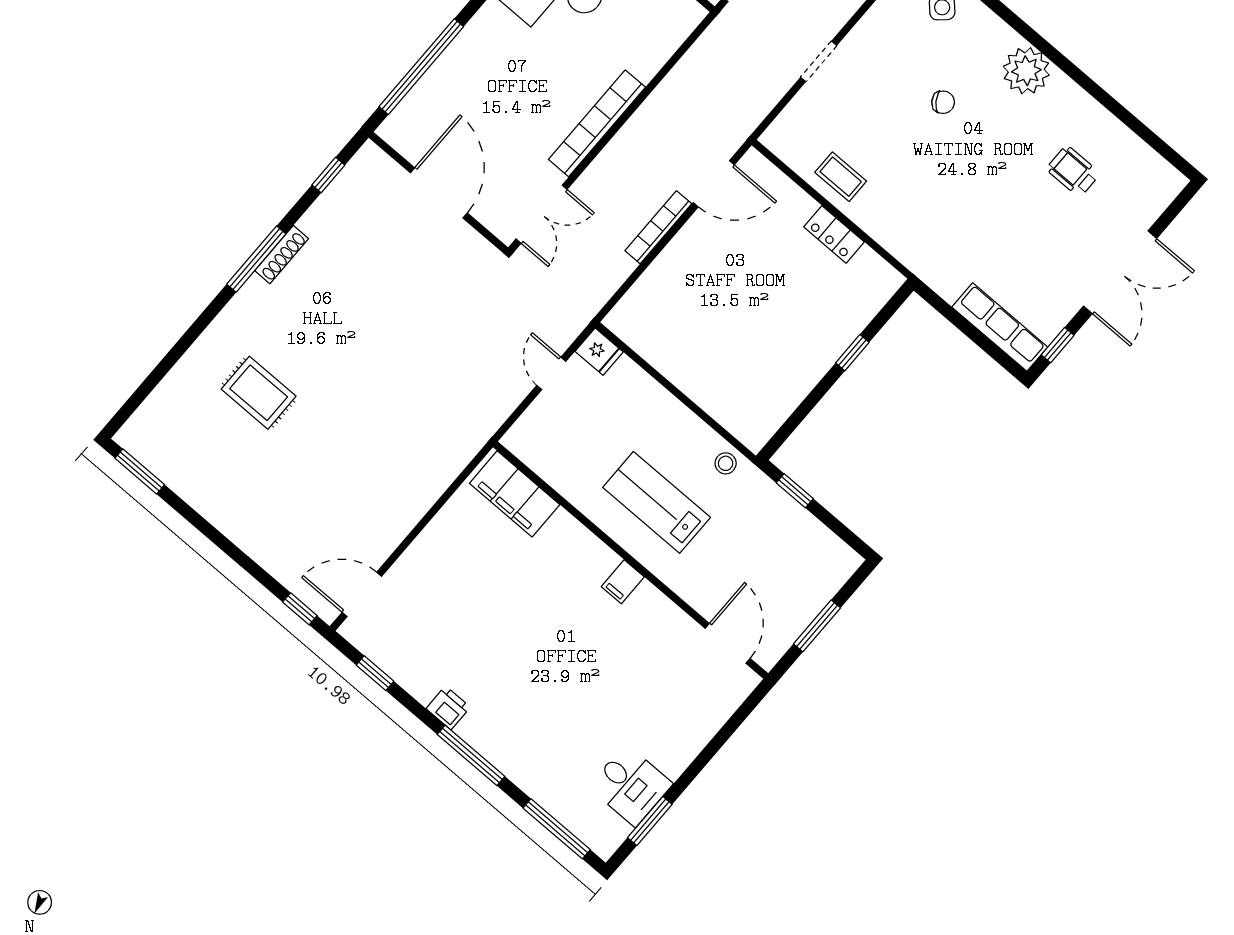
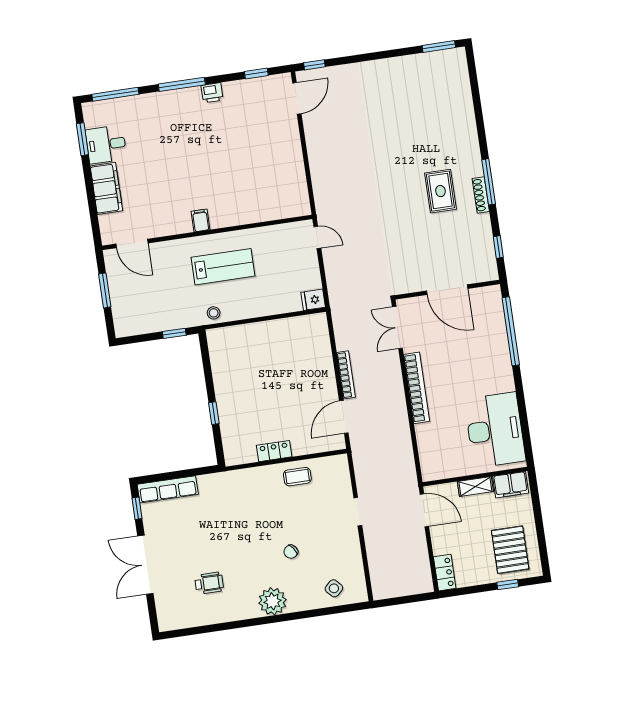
door: (551, 373) -> (317, 237), moved
rug: (259, 393) -> (440, 191), moved, turned 90
filing cabinet: (515, 494) -> (106, 188), moved, turned 90

